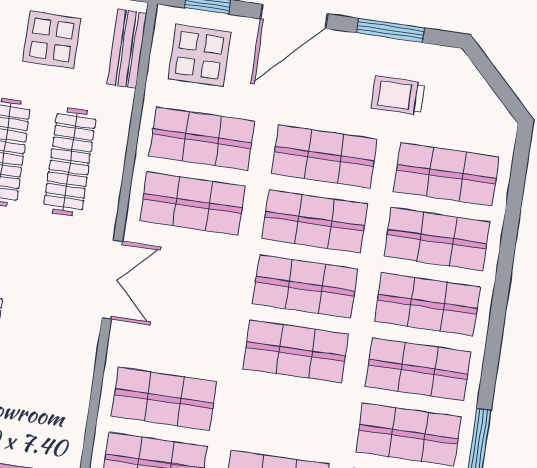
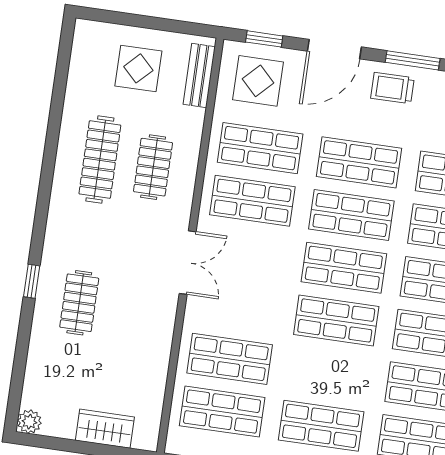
trolley: (398, 95) -> (392, 88), moved
clothes rail: (70, 162) -> (153, 167), width x0.73

